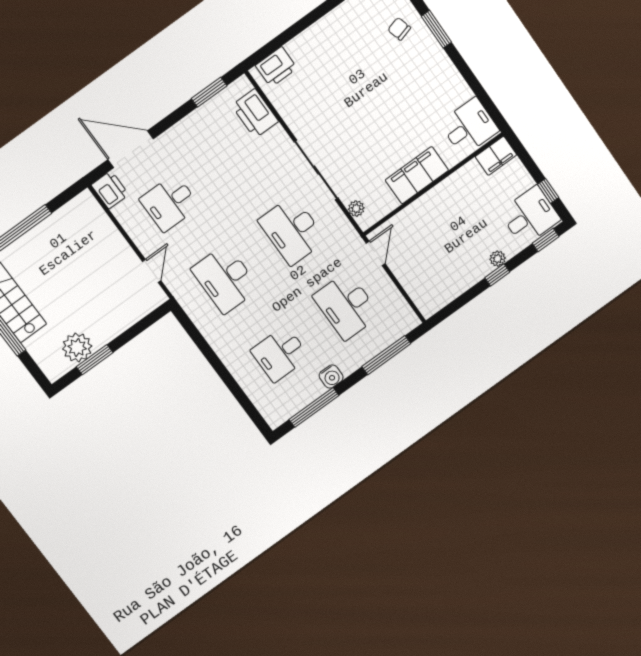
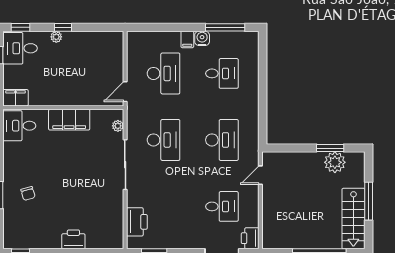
chair: (399, 29) -> (28, 193), moved
printer: (276, 67) -> (73, 239), moved
window: (386, 355) -> (161, 27), removed
filing cabinet: (347, 363) -> (187, 39), added

